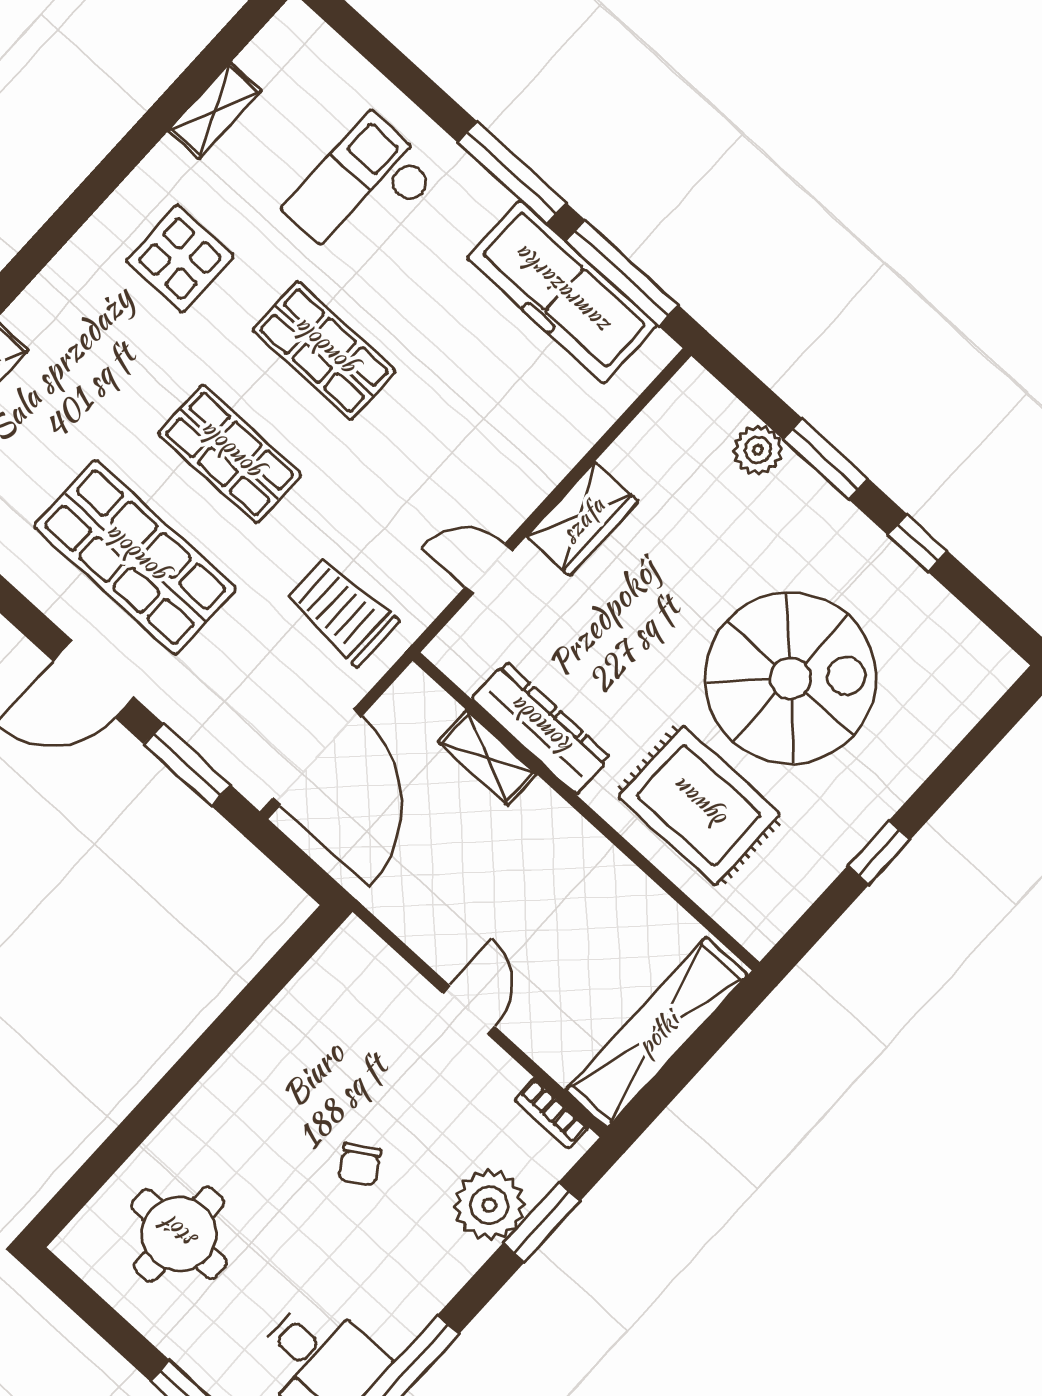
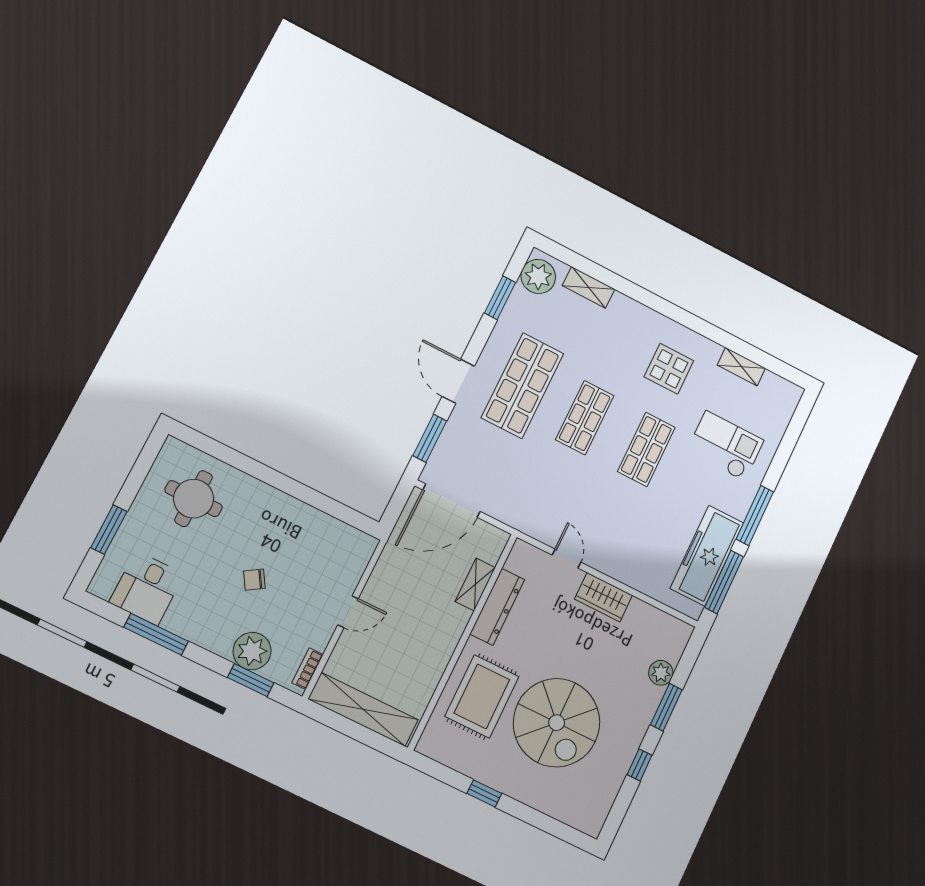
trolley: (342, 611) -> (526, 493), removed

